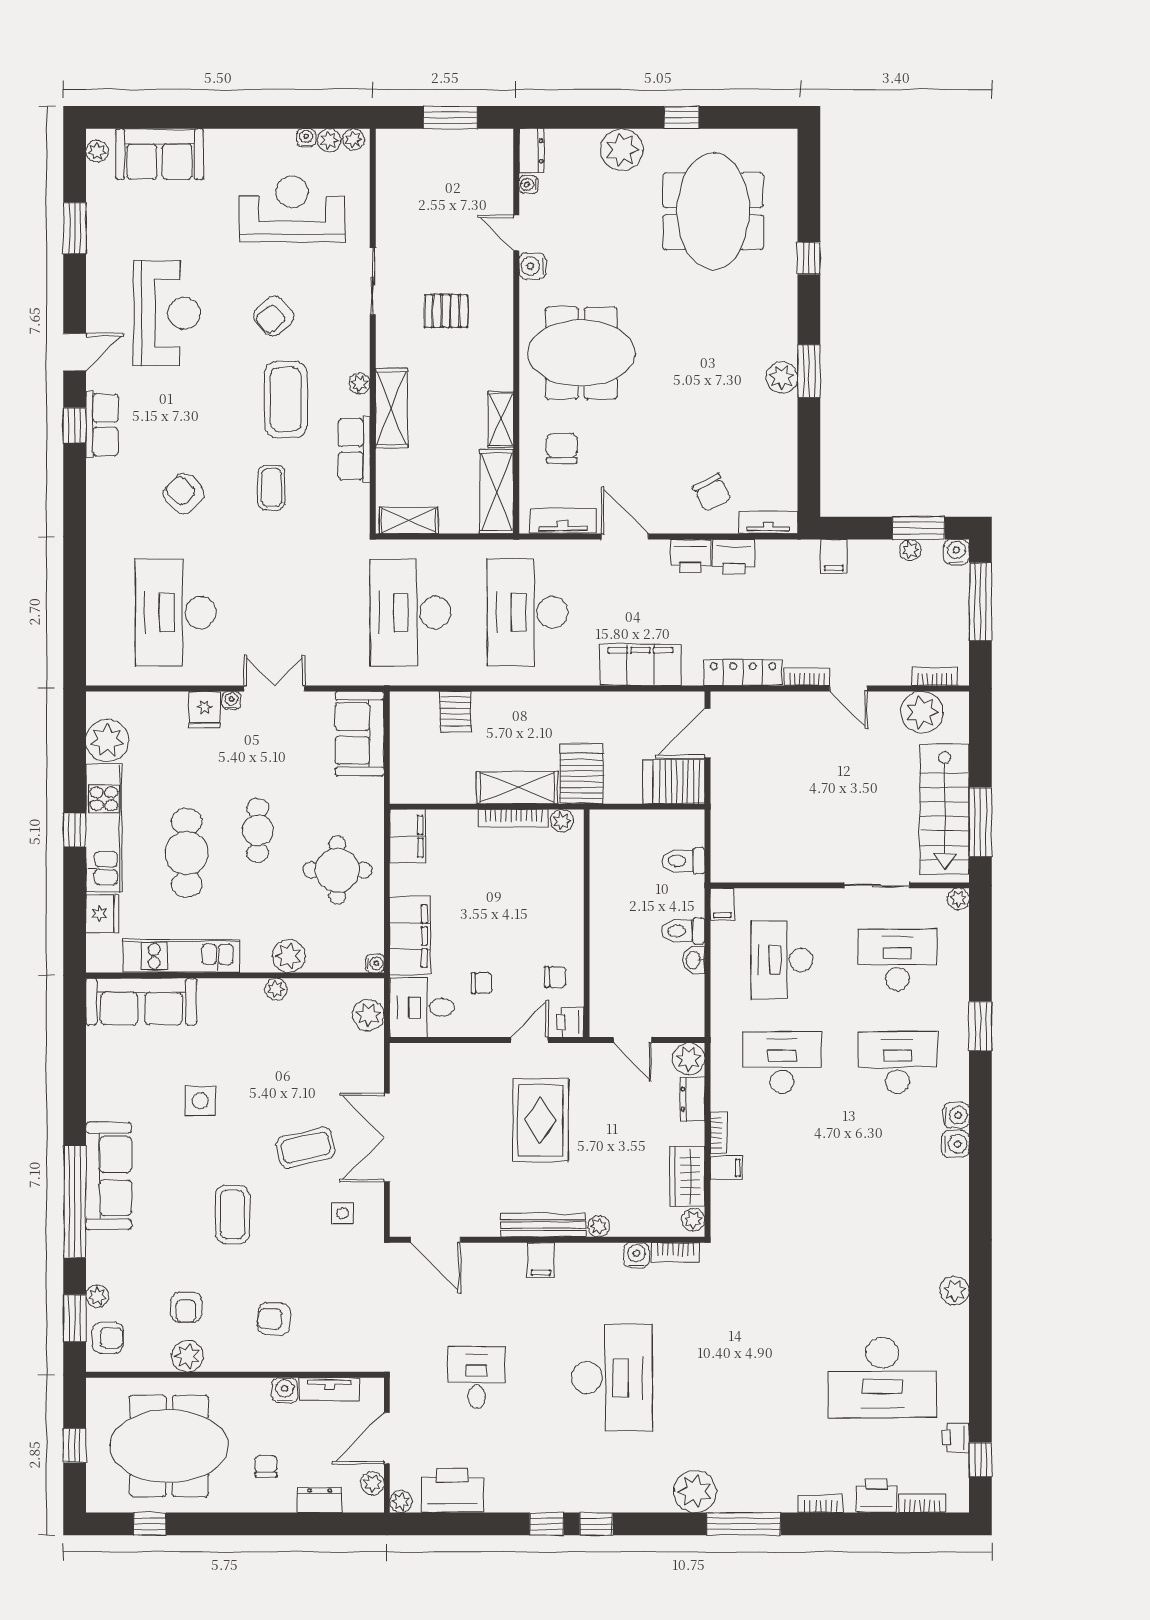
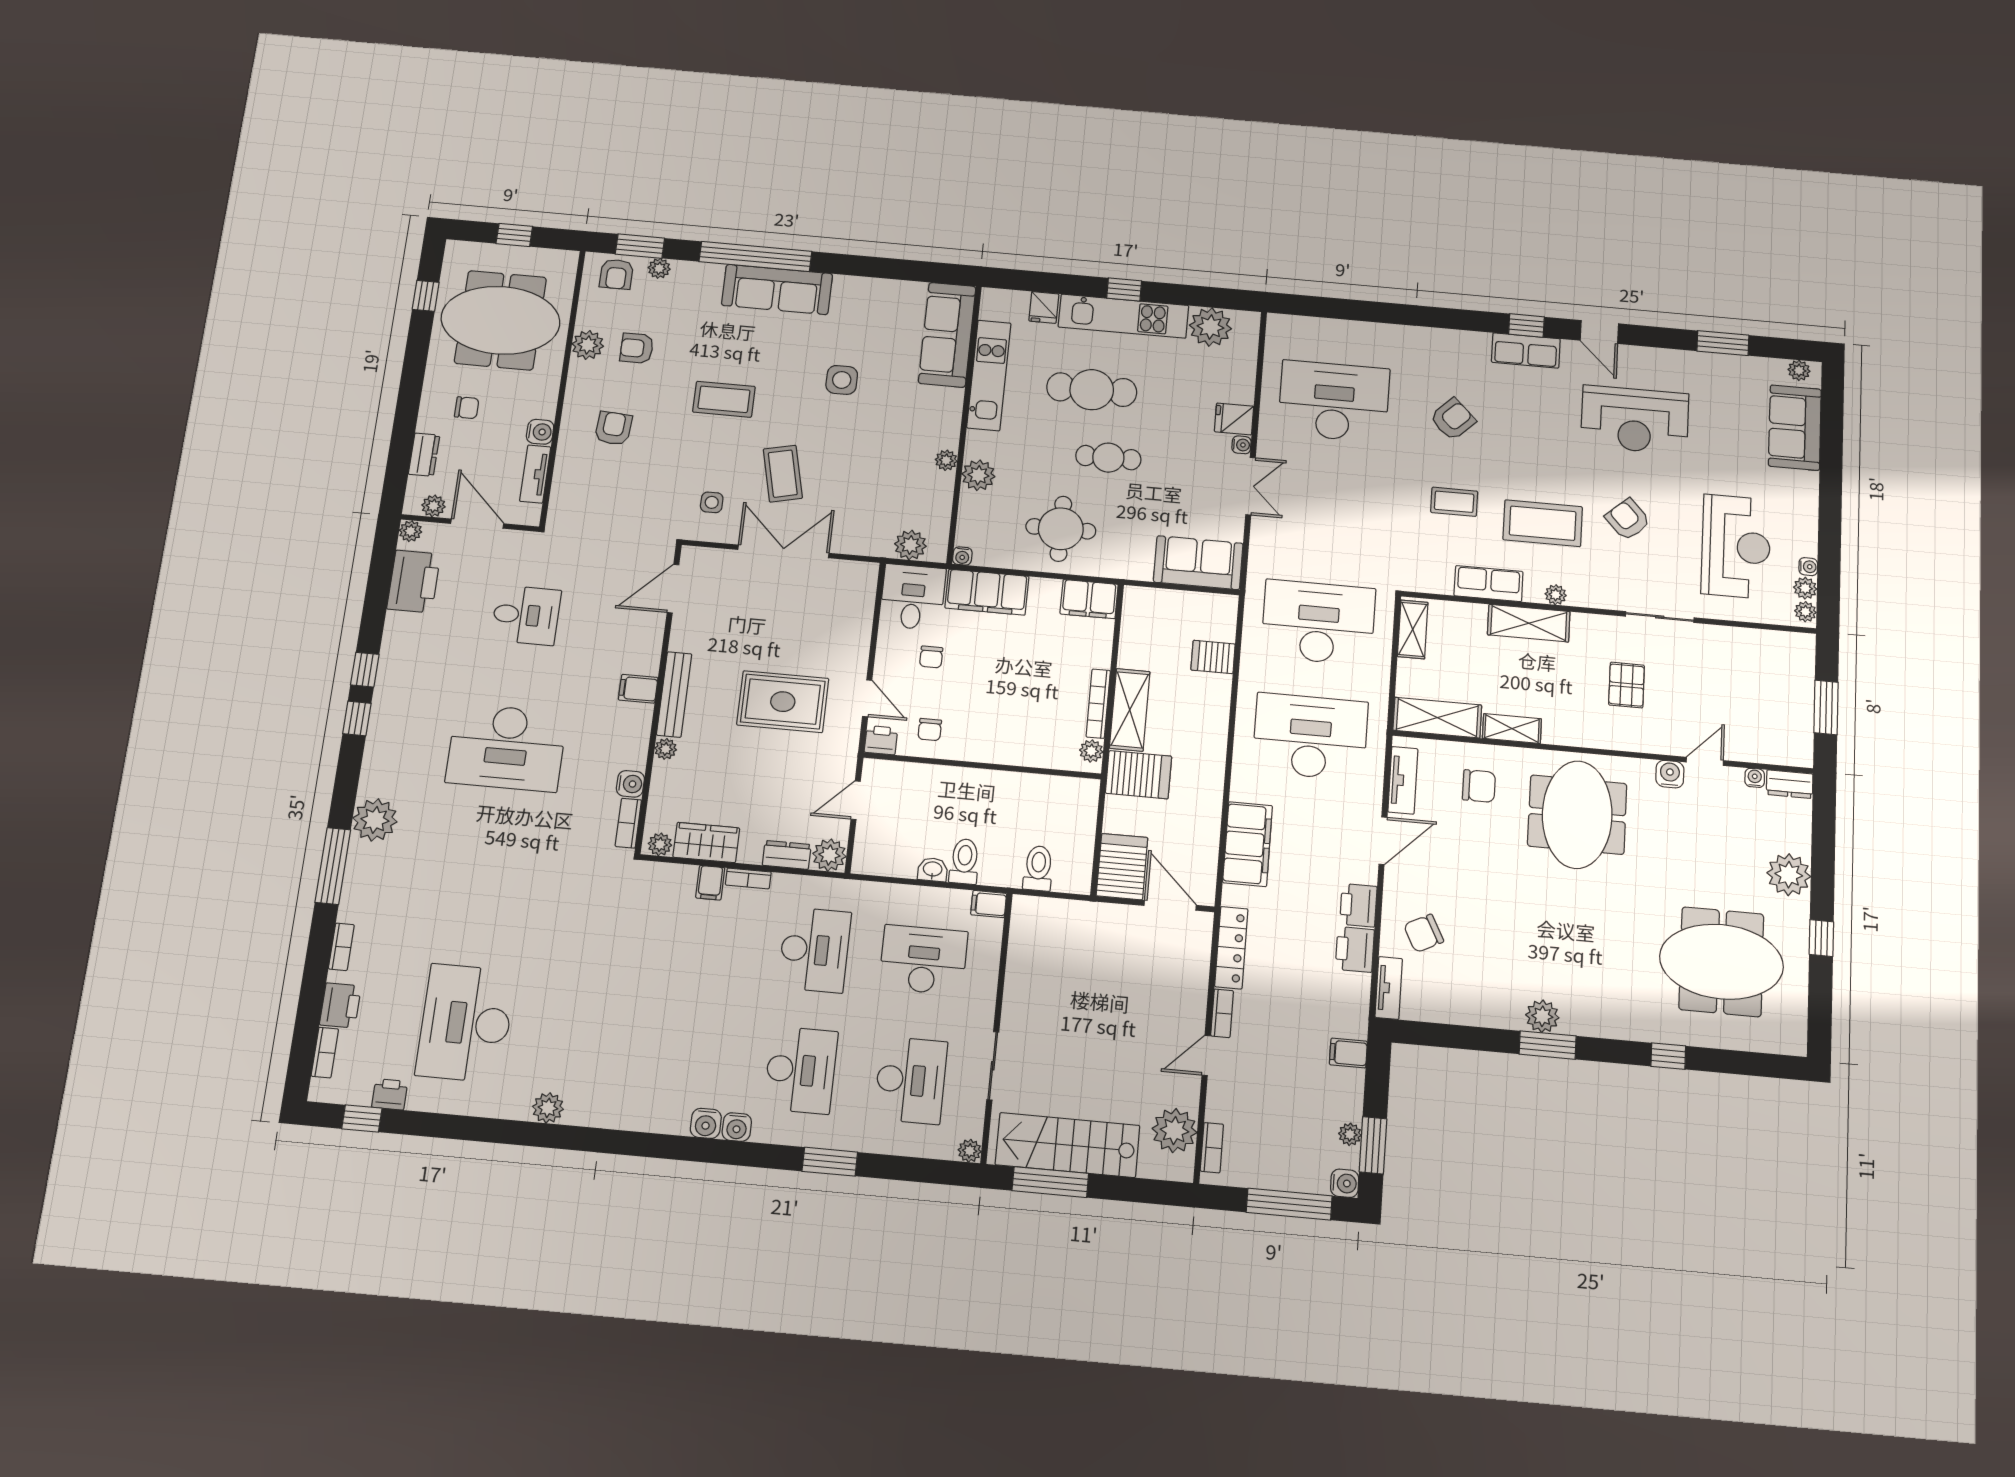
fridge: (102, 914) -> (1044, 307), width x0.72
meeting table: (169, 1446) -> (500, 320), turned 90

